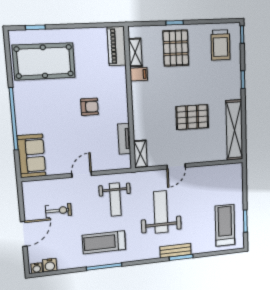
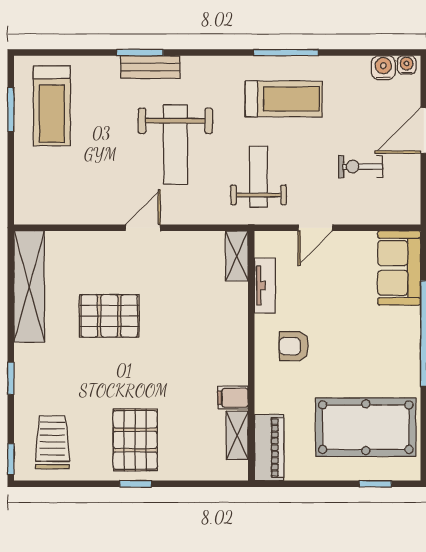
piano: (117, 46) -> (269, 448), moved
shelving: (135, 52) -> (237, 436), moved
filing cabinet: (139, 74) -> (233, 398), moved
wall: (130, 99) -> (251, 356), moved
tv unit: (124, 139) -> (265, 286), moved
shelving: (140, 154) -> (237, 256), moved

